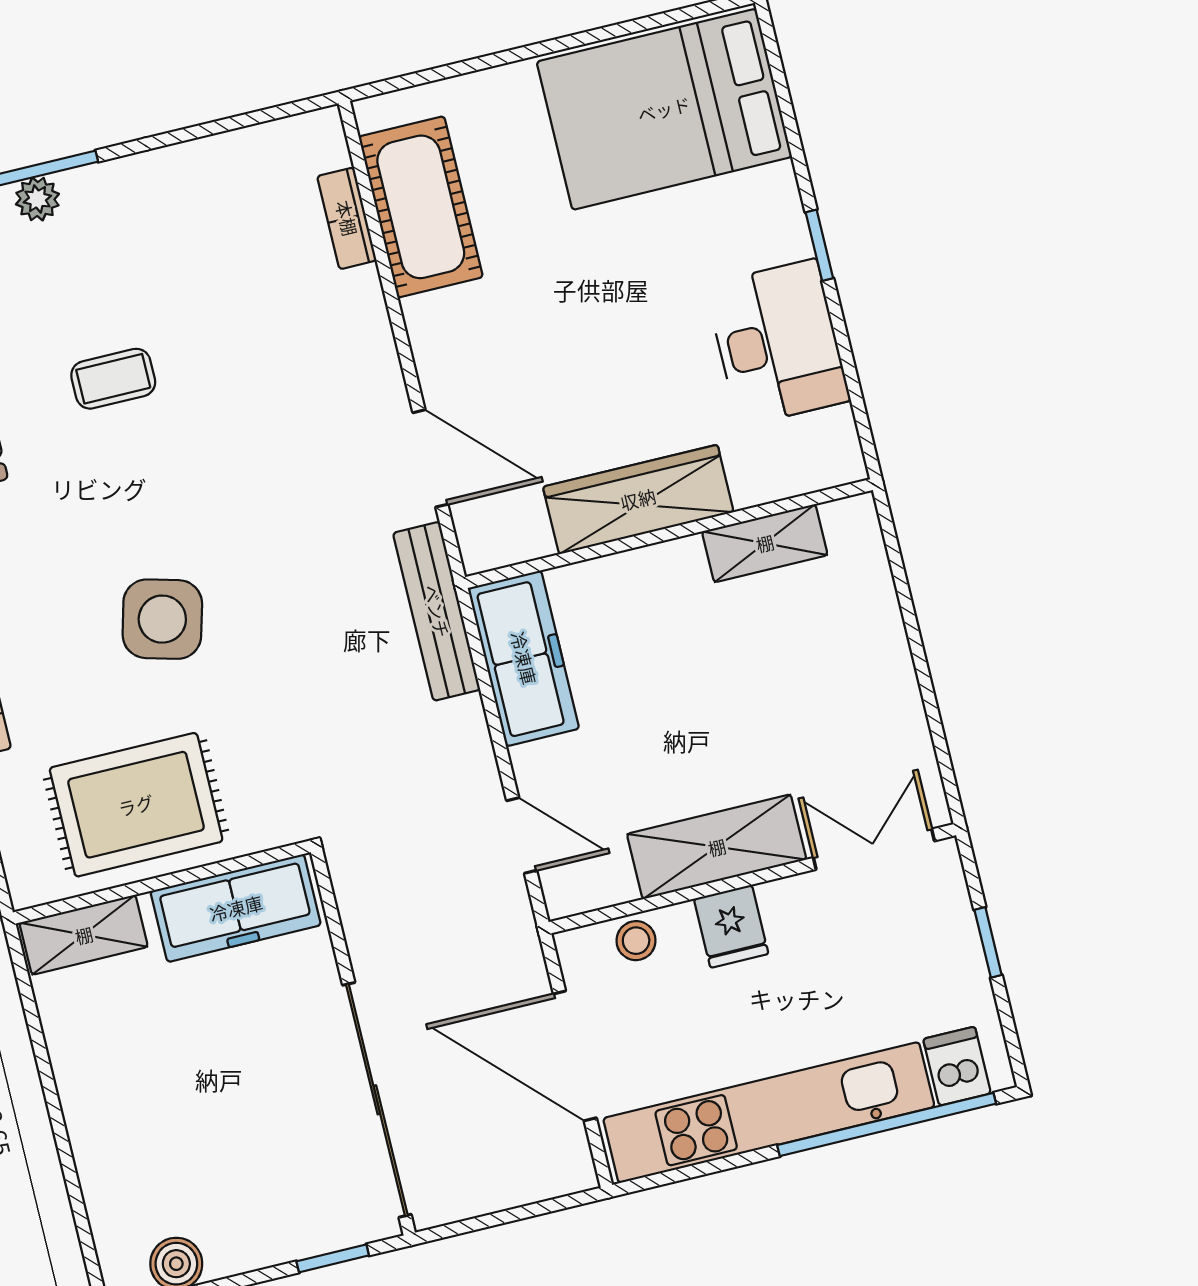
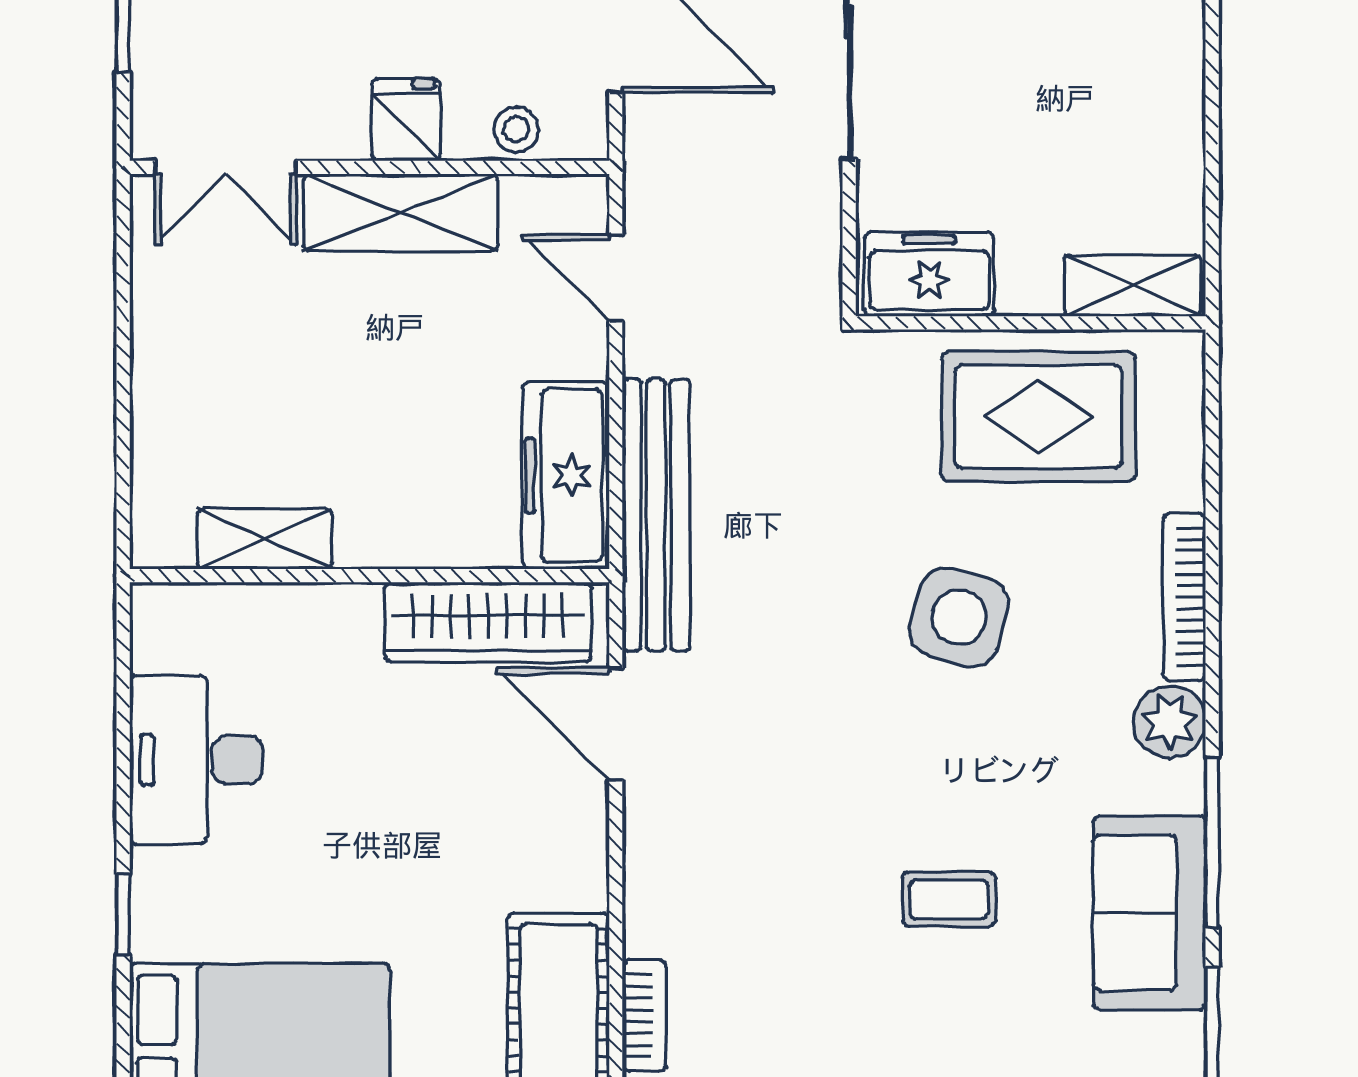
window: (819, 245) -> (123, 915), moved
wardrobe: (638, 499) -> (488, 622), moved
bench: (437, 611) -> (656, 515), width x1.37, depth x1.21
freezer: (236, 908) -> (929, 274), width x0.71

